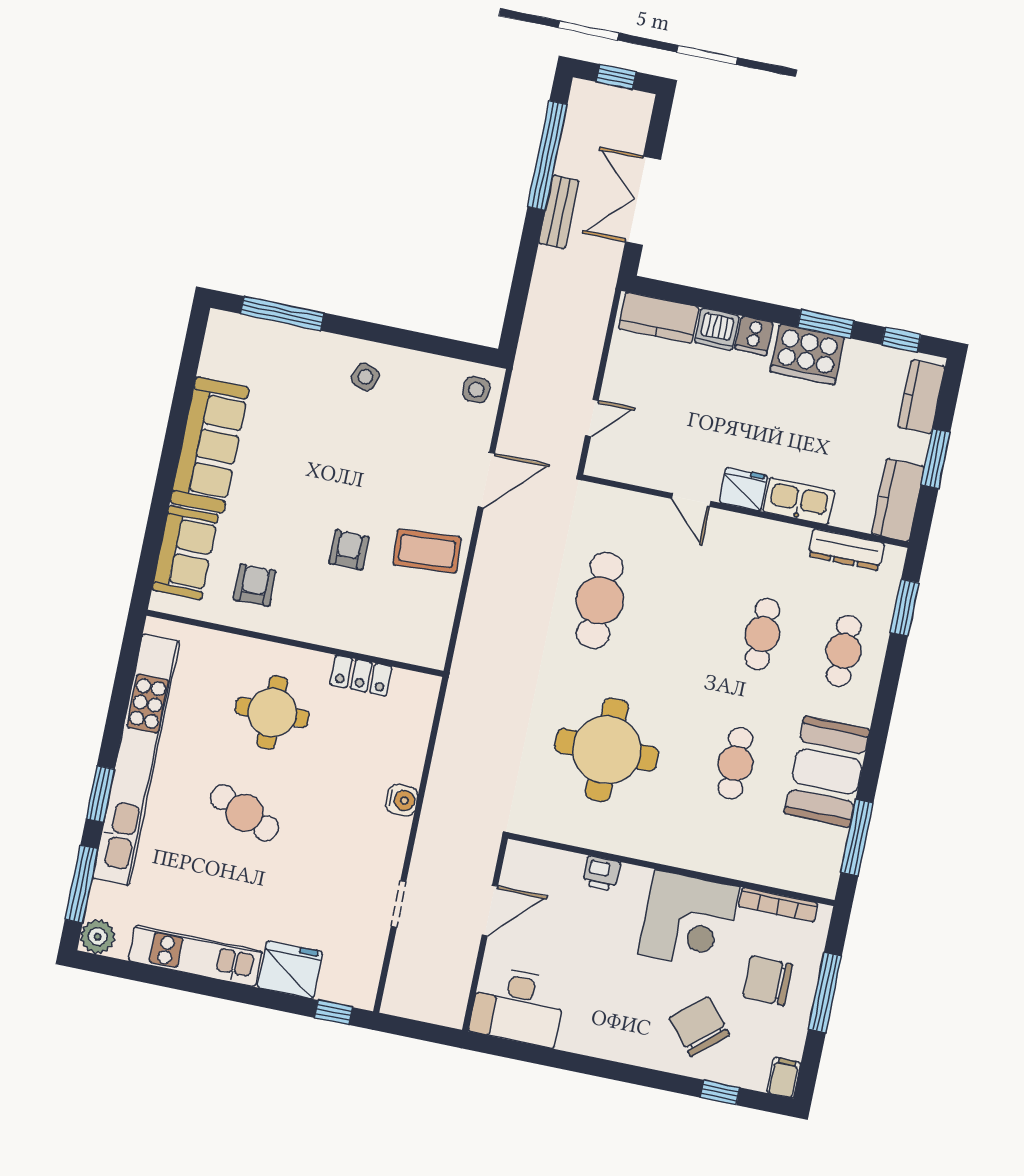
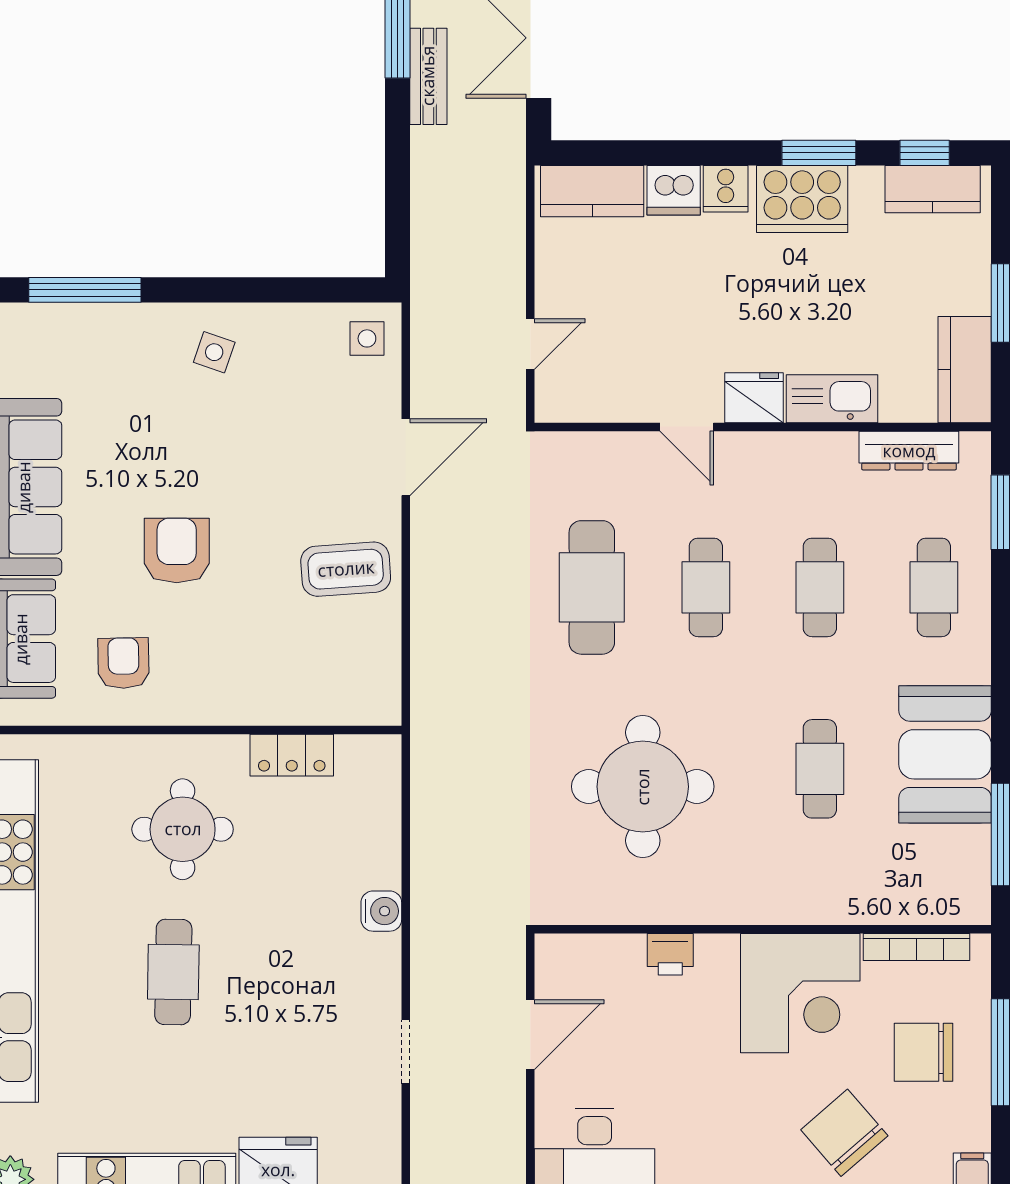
kitchen counter: (921, 397) -> (933, 189), moved, turned -90
armchair: (349, 550) -> (177, 550), moved, width x1.38, depth x1.38
cafe table: (681, 617) -> (706, 587), added
cafe table: (245, 813) -> (173, 972), turned 67

